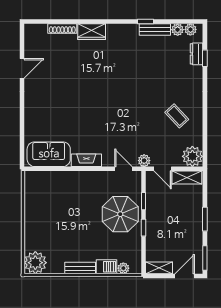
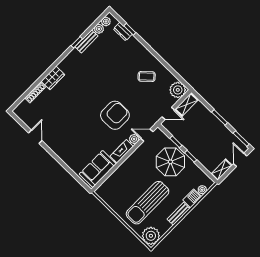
armchair: (113, 122) -> (115, 115), added
plant: (144, 161) -> (134, 139), moved
sun lounger: (63, 230) -> (148, 203), added

